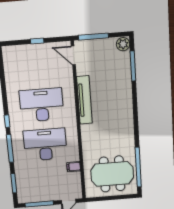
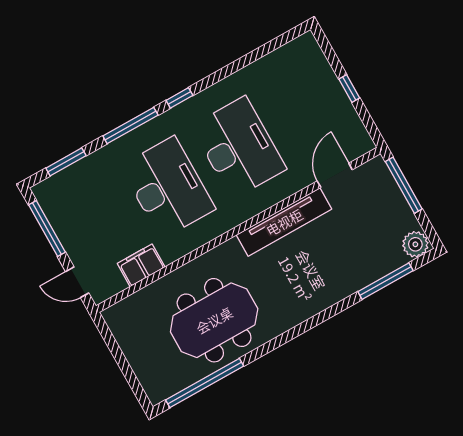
door: (73, 55) -> (335, 175), moved
filing cabinet: (74, 167) -> (141, 265), width x2.00
meeting table: (112, 174) -> (214, 320), moved, turned 90

